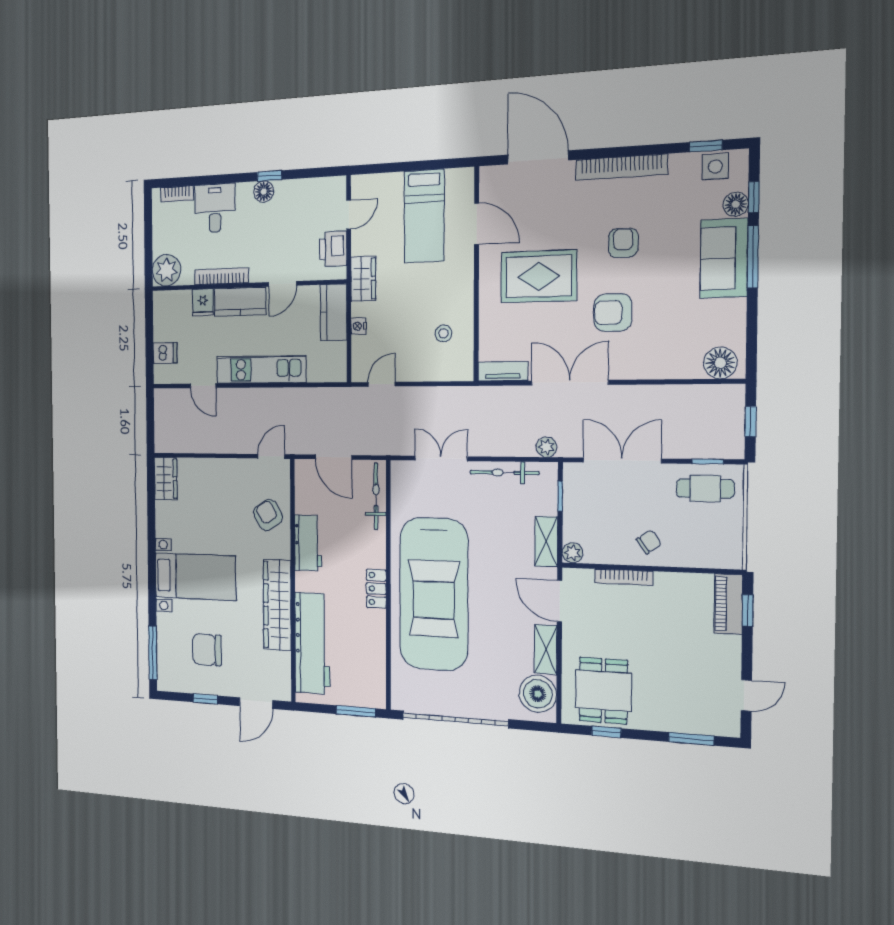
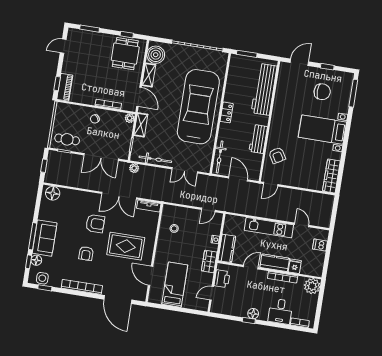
wardrobe: (166, 479) -> (331, 176), width x1.50
wardrobe: (277, 605) -> (280, 110), removed

